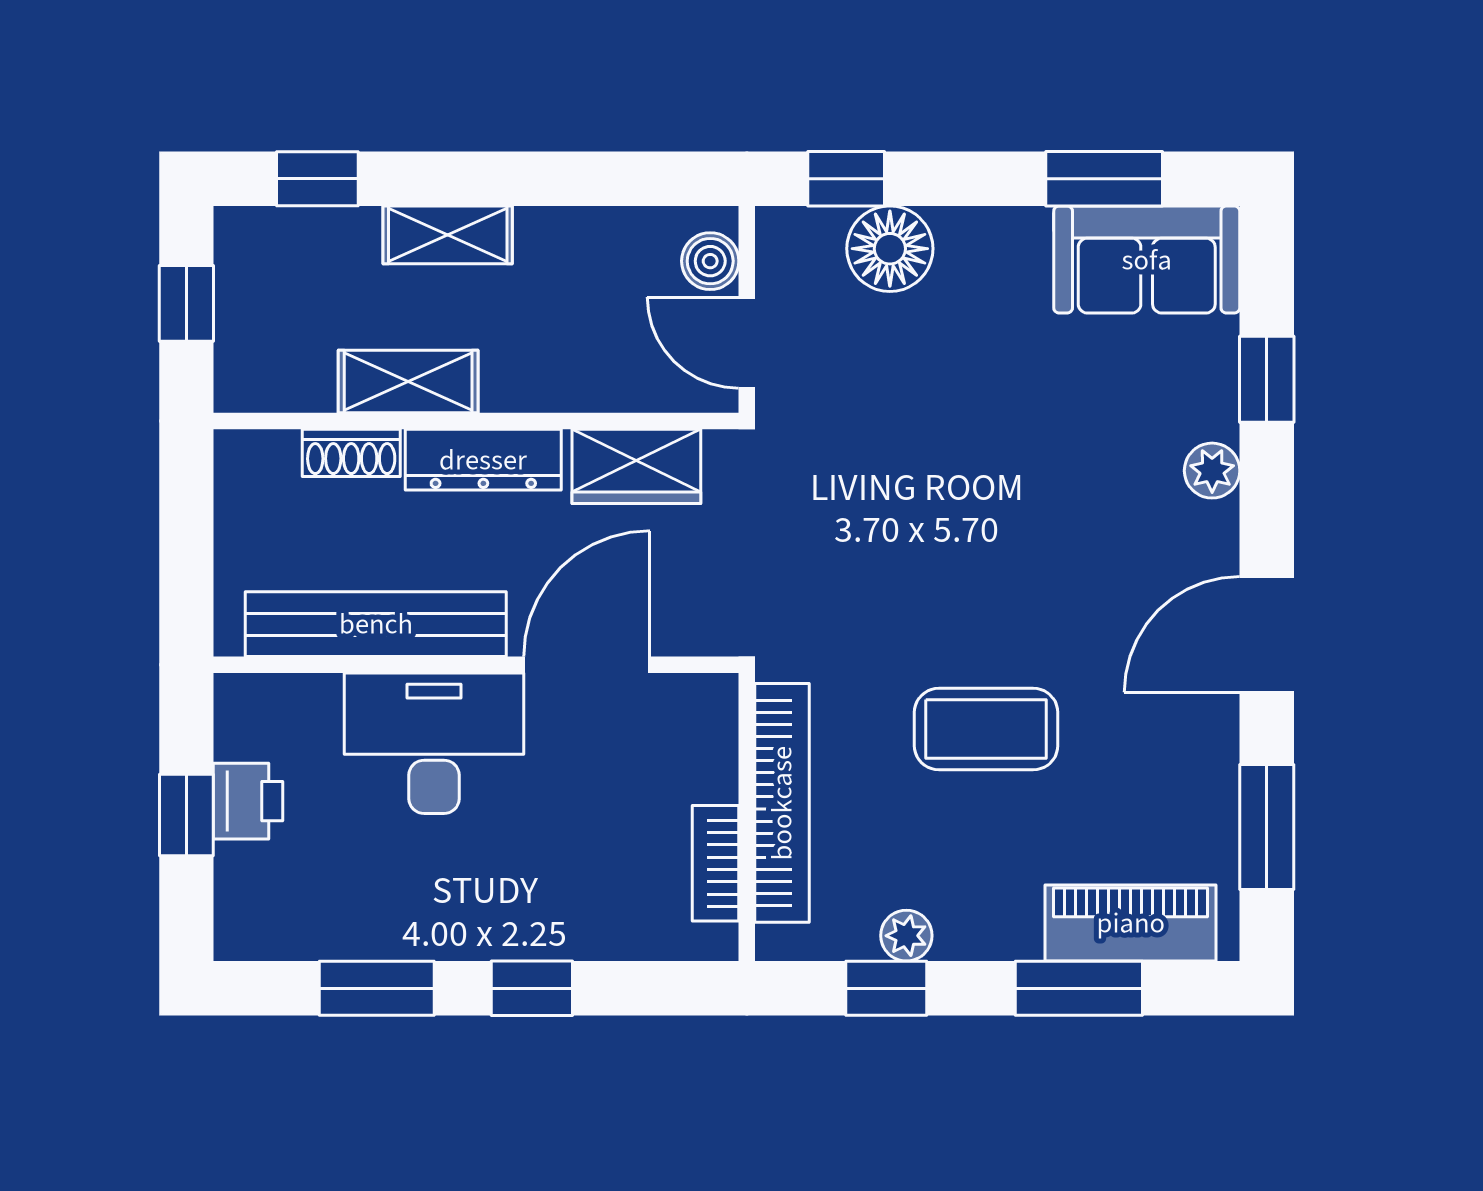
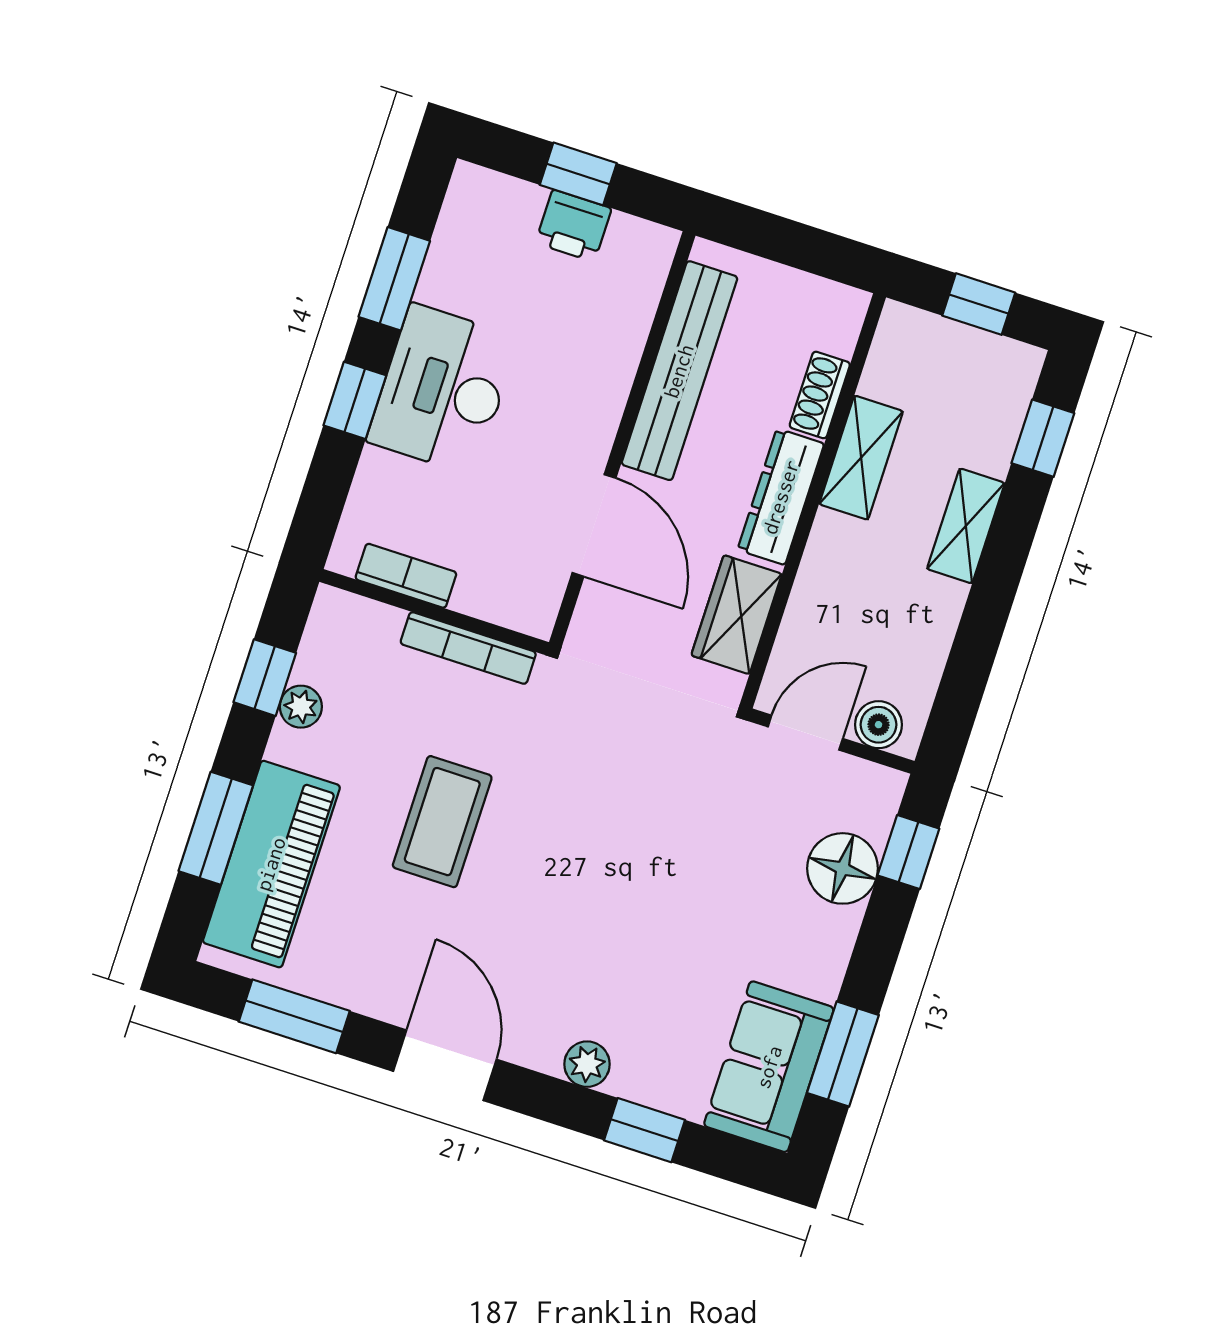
desk: (434, 743) -> (443, 389), moved, turned 180
bookcase: (782, 803) -> (468, 648), width x0.68, depth x0.76
piano: (1131, 923) -> (271, 864), width x1.37, depth x1.33

